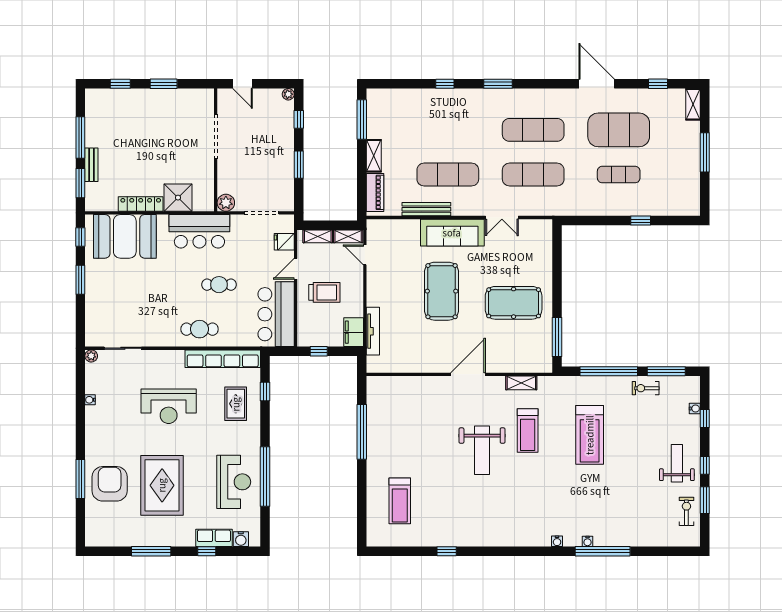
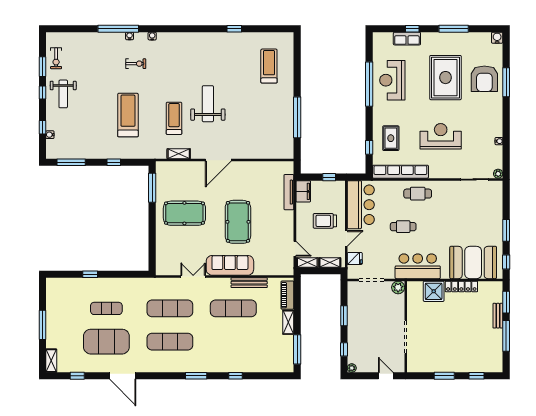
window: (609, 371) -> (114, 162), width x0.32
exercise bike: (646, 388) -> (136, 64), moved
water cooler: (241, 539) -> (497, 38), moved

